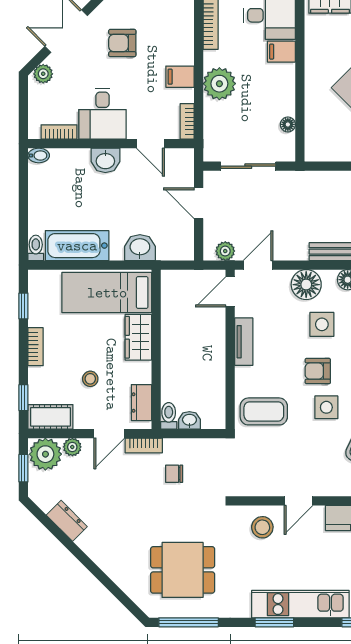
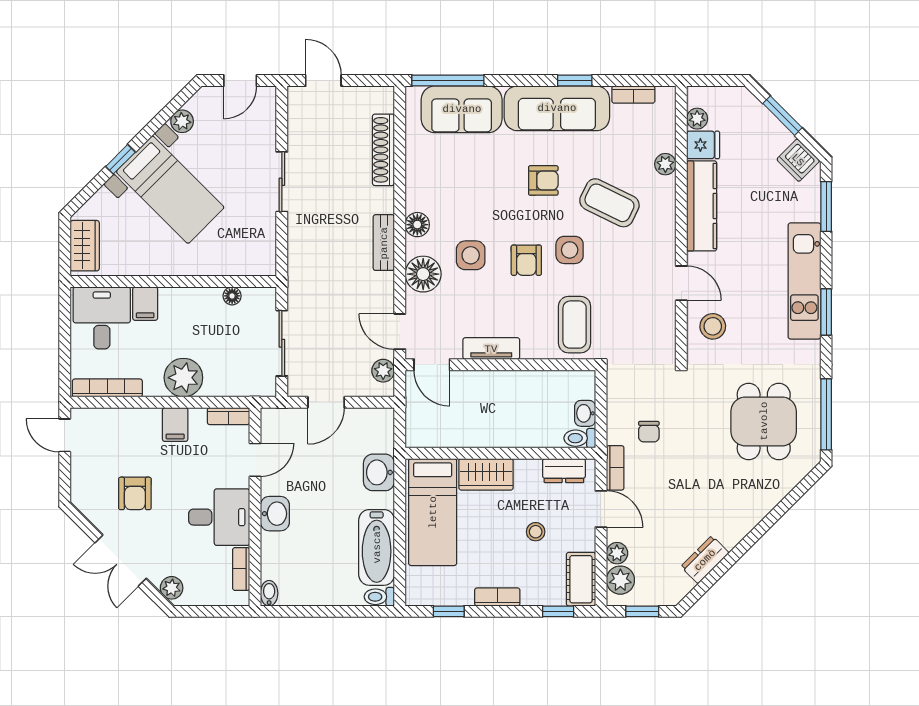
plant: (45, 454) -> (620, 580), width x0.73, depth x0.73

